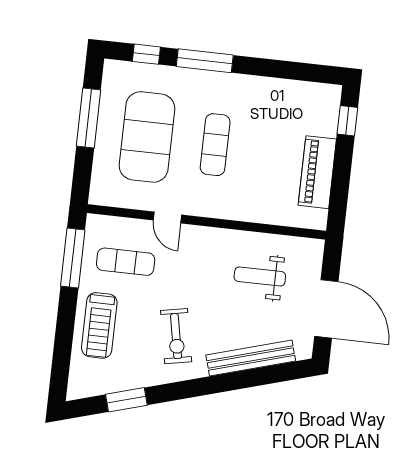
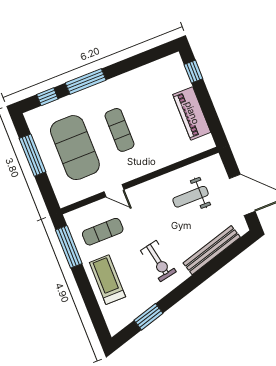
treadmill: (99, 325) -> (107, 280), turned 180

